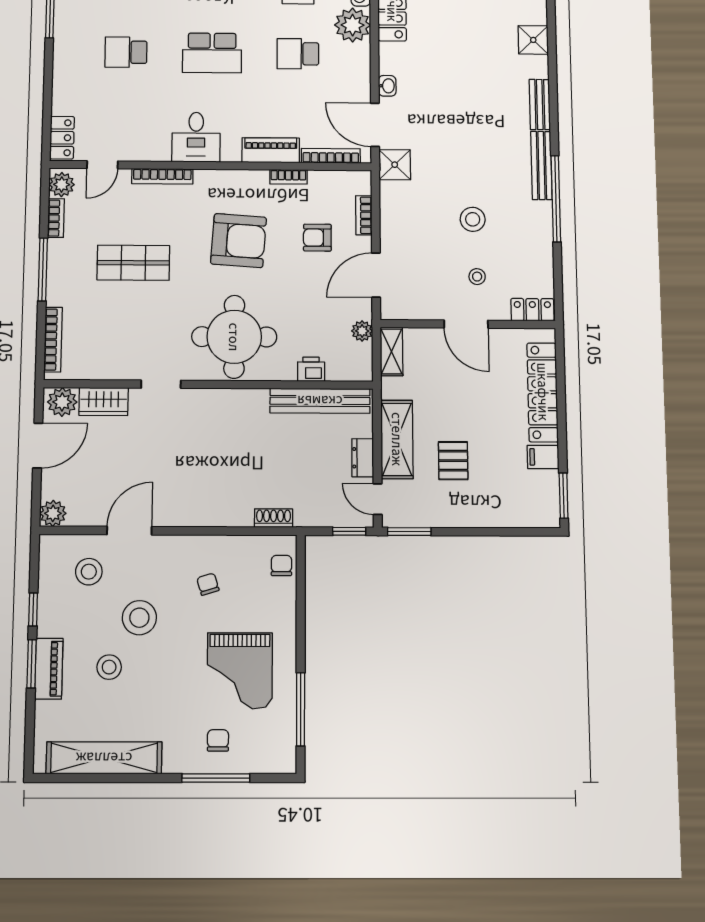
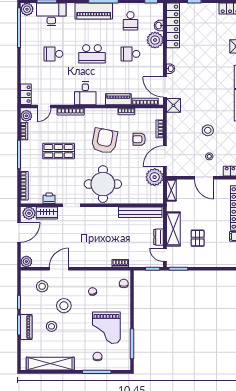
armchair: (239, 241) -> (104, 141), turned -83
plant: (362, 331) -> (155, 177), width x1.87, depth x1.87
printer: (311, 369) -> (49, 198), moved

